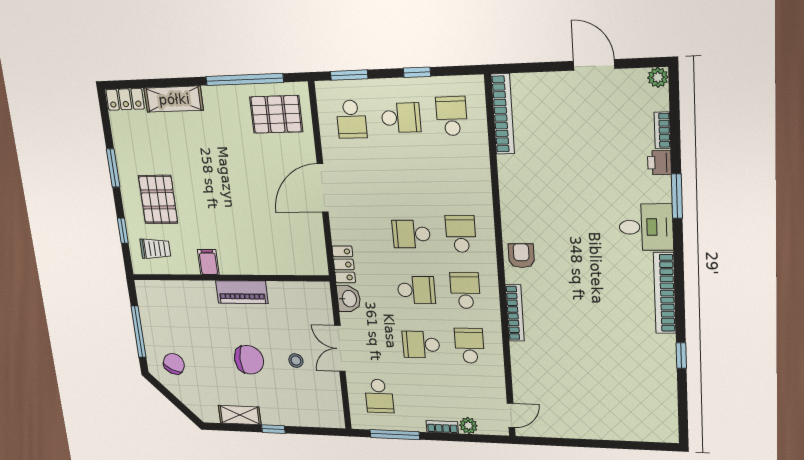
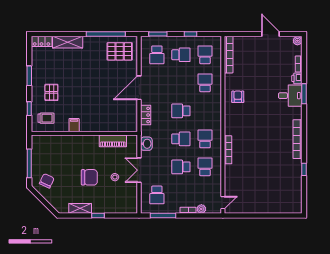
pallet: (158, 199) -> (51, 92), width x0.67, depth x0.71
desk: (646, 227) -> (290, 96), moved
school desk: (461, 234) -> (205, 83), moved
armchair: (521, 256) -> (238, 97), moved
locker: (344, 264) -> (146, 115), moved
piano: (242, 292) -> (113, 141), moved

